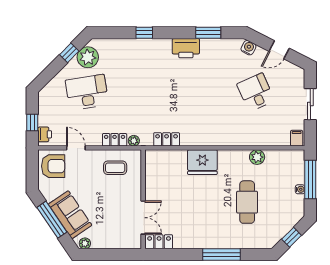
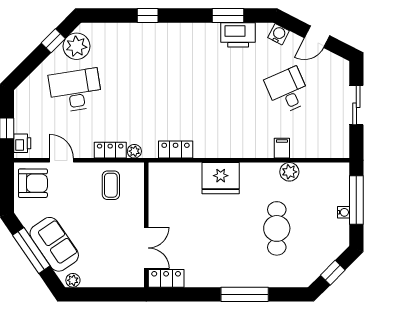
printer: (186, 48) -> (238, 35), moved
filing cabinet: (297, 138) -> (282, 148), moved
coffee table: (115, 168) -> (111, 185), turned 90

